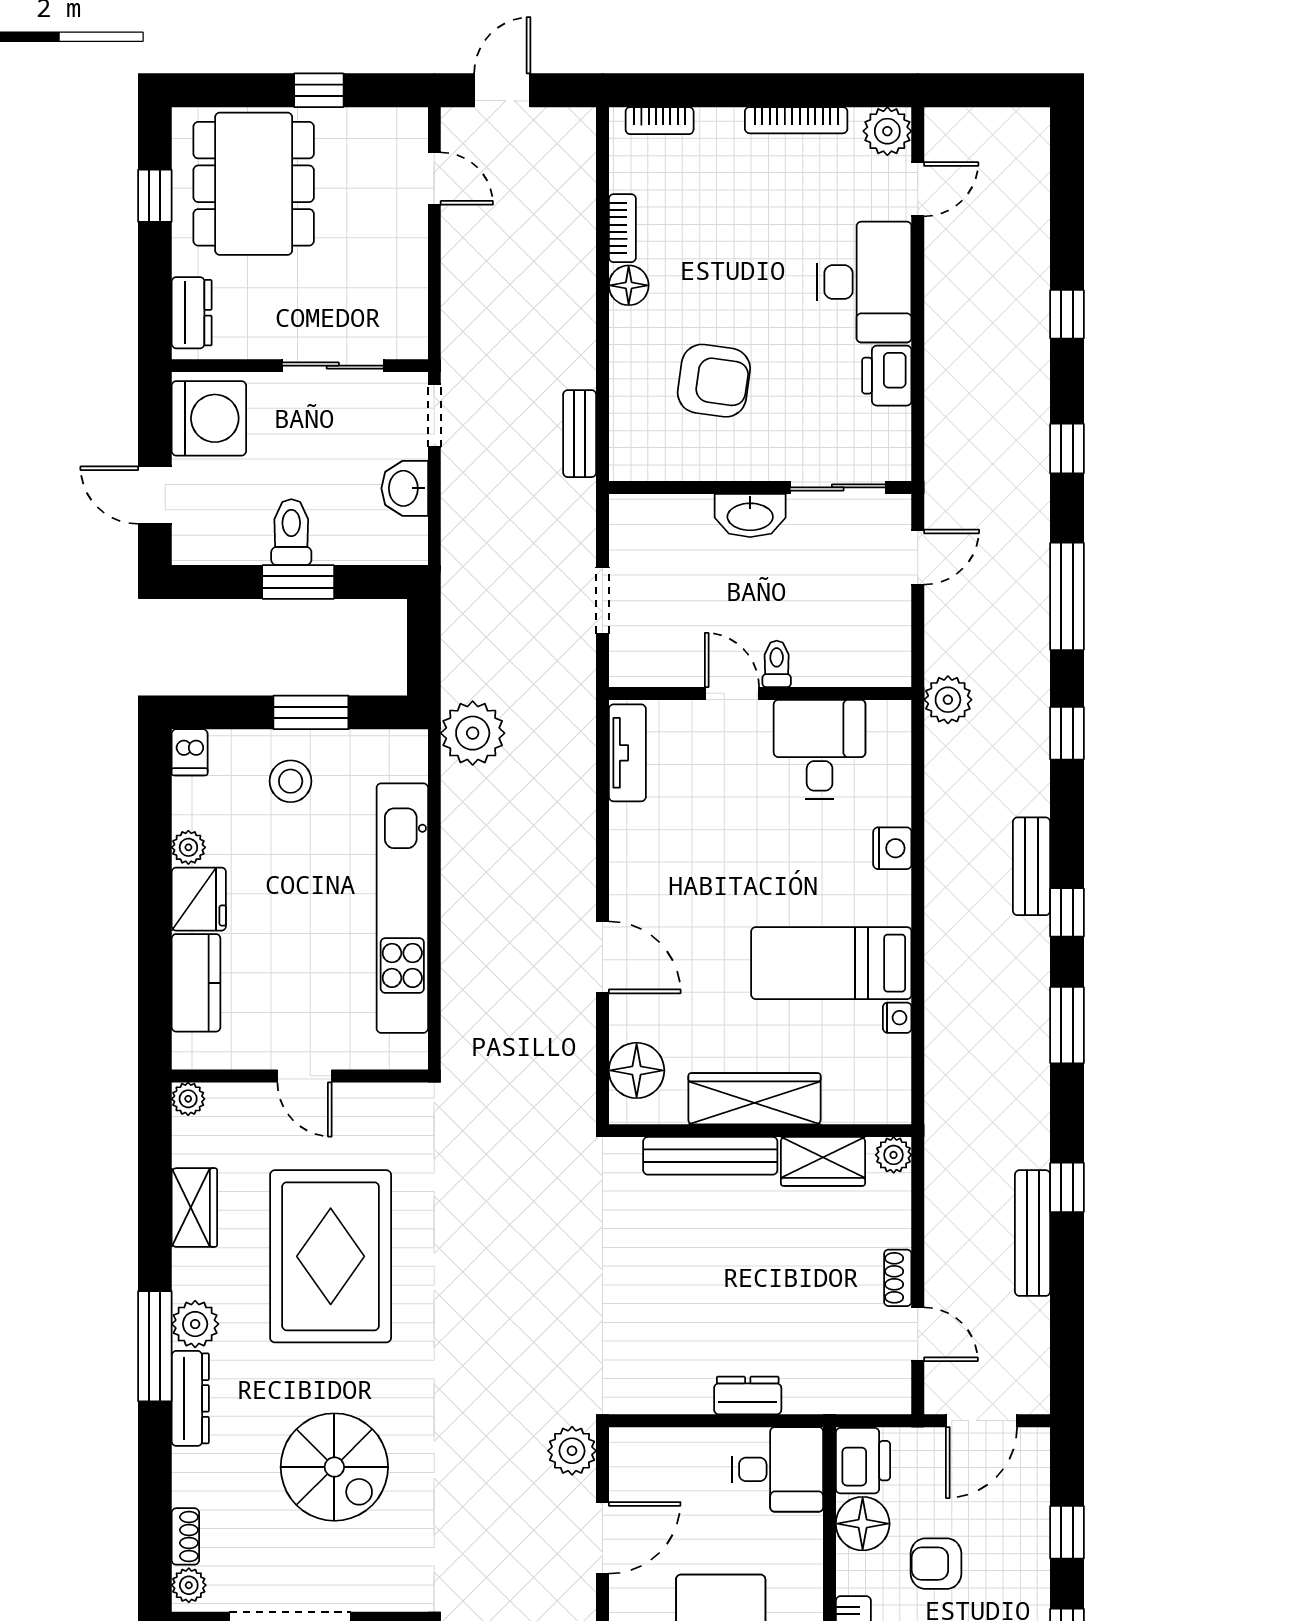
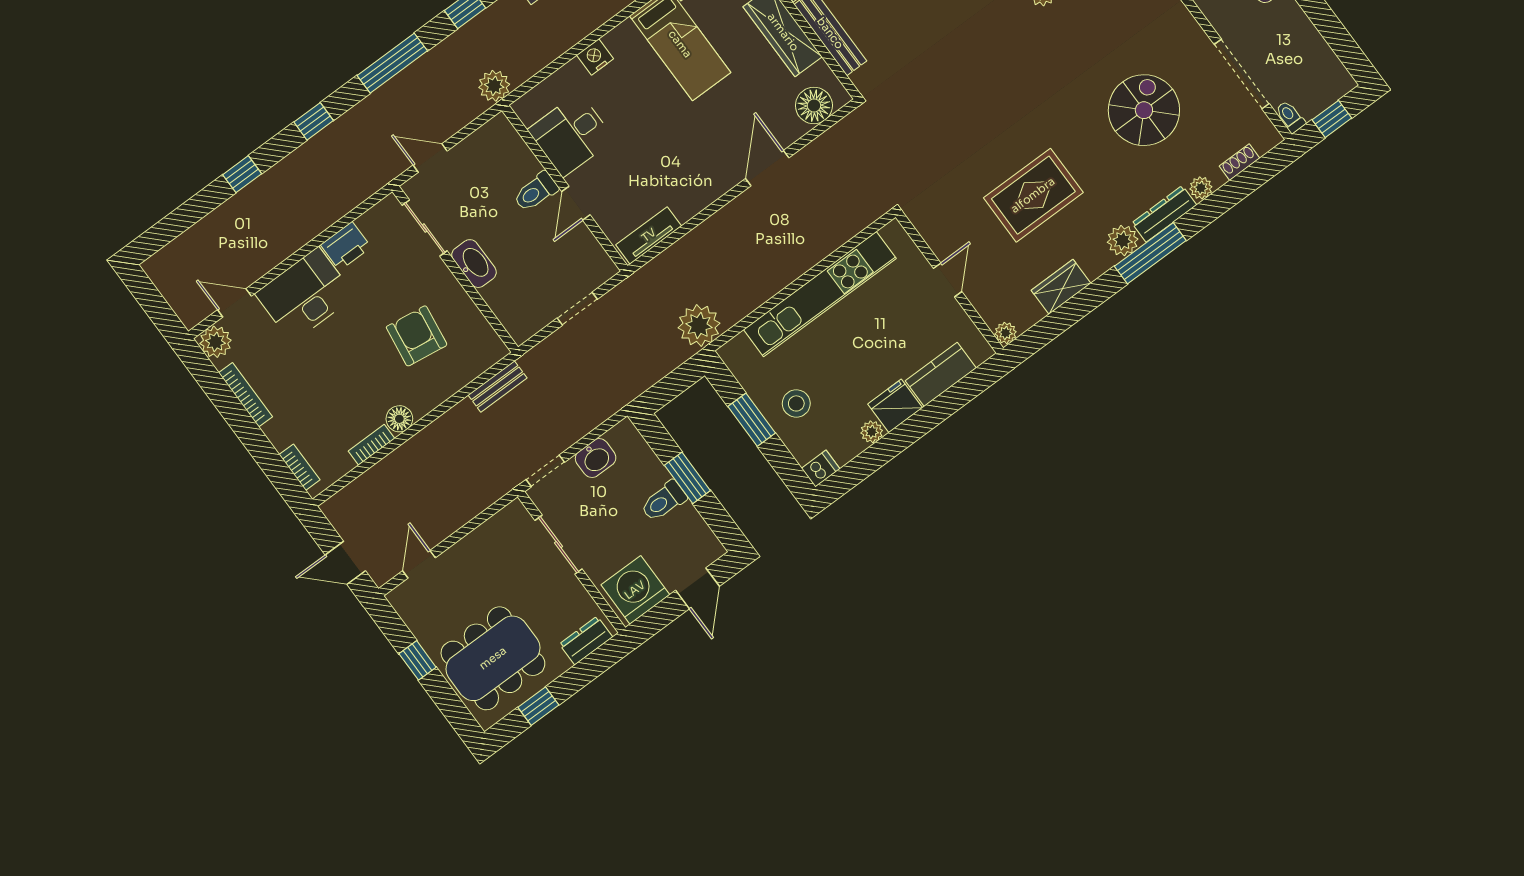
toilet: (777, 664) -> (536, 192), width x1.37, depth x1.39
rug: (331, 1256) -> (1033, 195), width x0.73, depth x0.69
plant: (189, 1585) -> (1201, 188), moved

